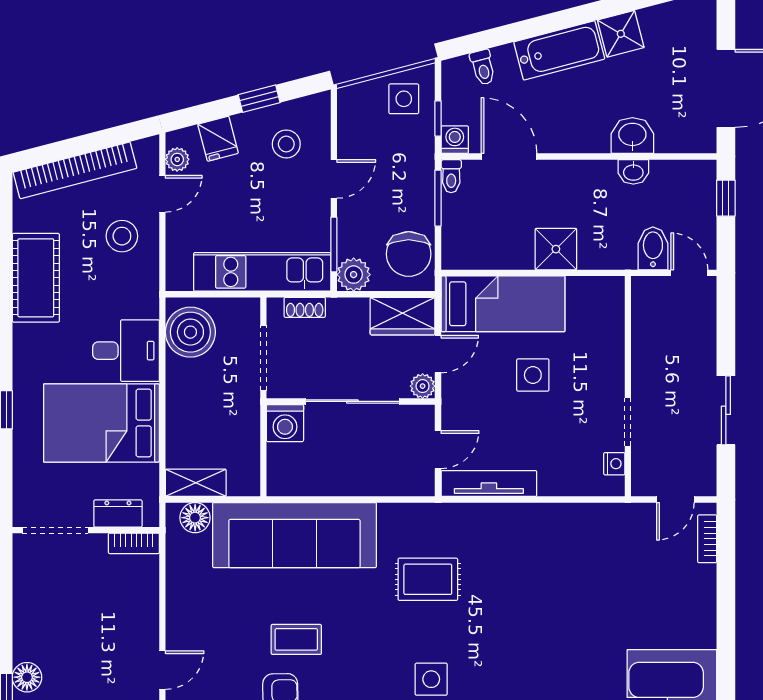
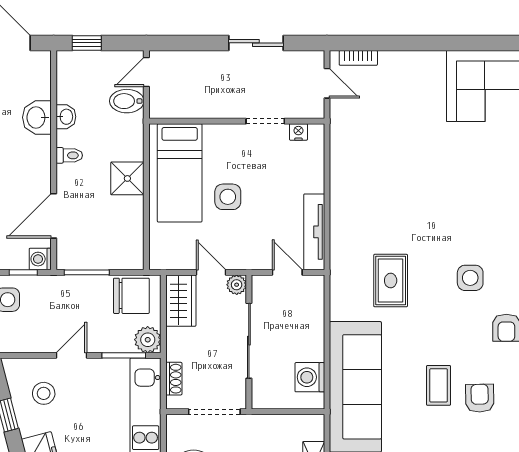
toilet: (451, 176) -> (69, 155), moved
door: (334, 179) -> (71, 355), hinge flipped
bed: (503, 304) -> (180, 173), moved, turned 180
washing machine: (285, 423) -> (310, 377), moved, turned 180

